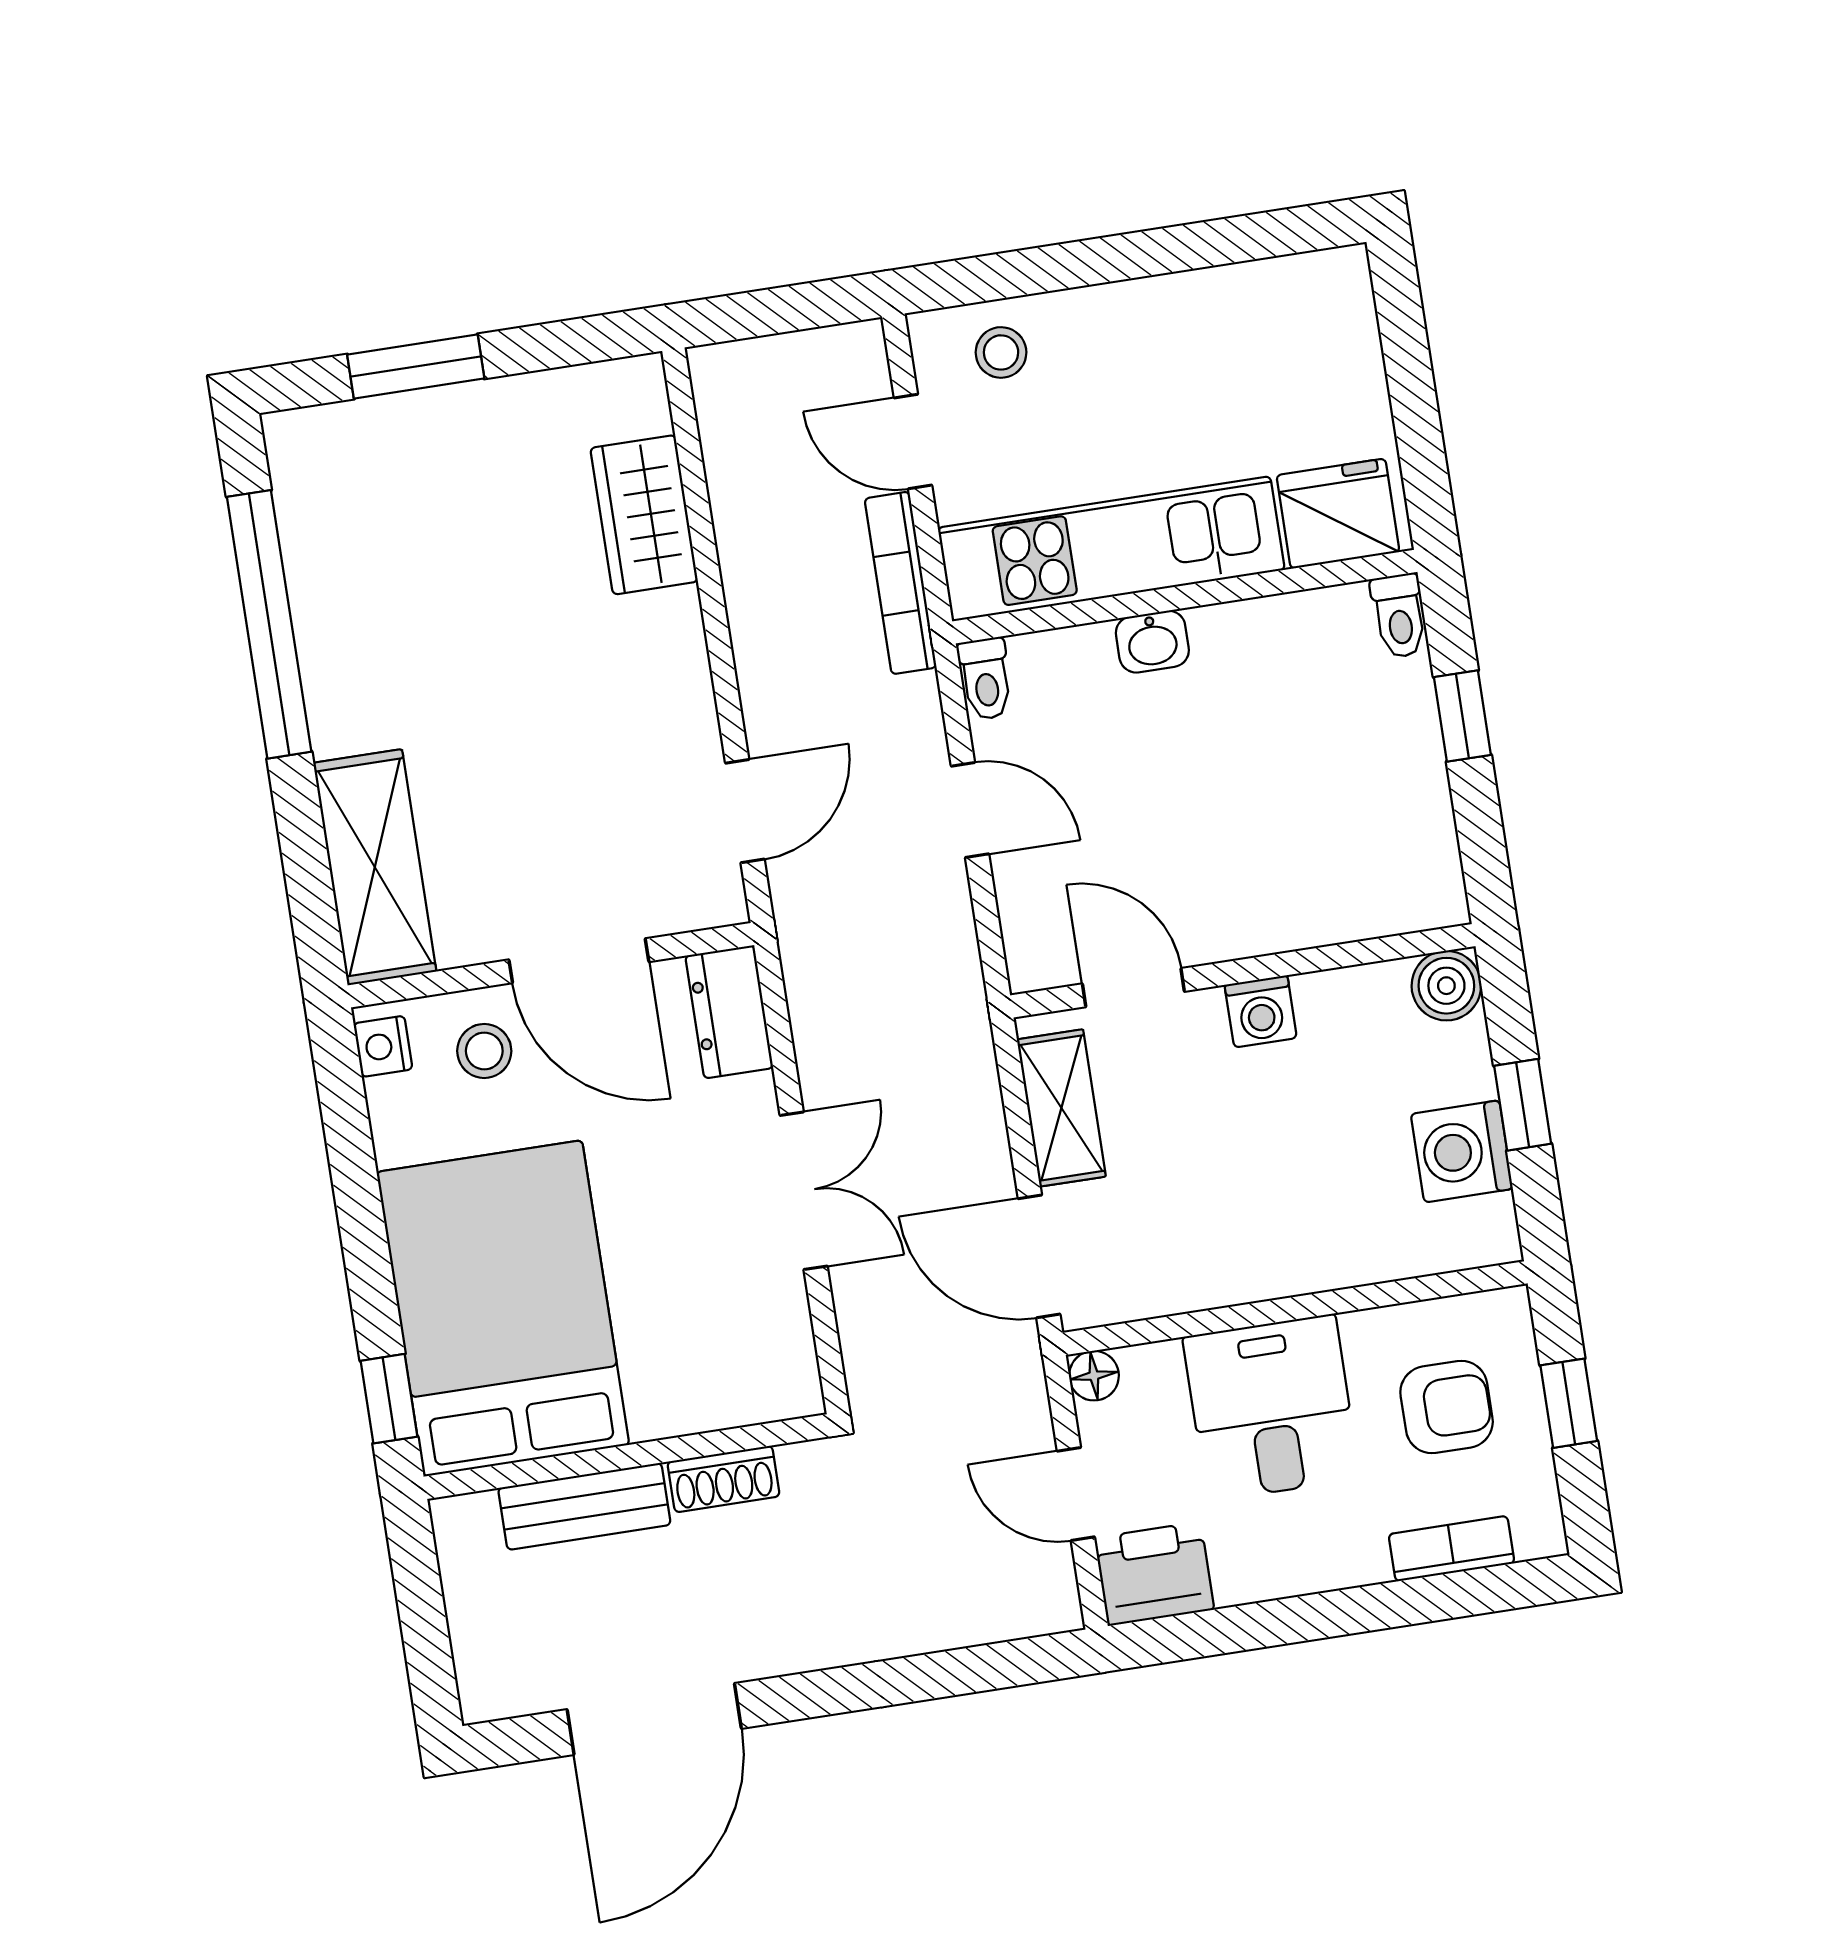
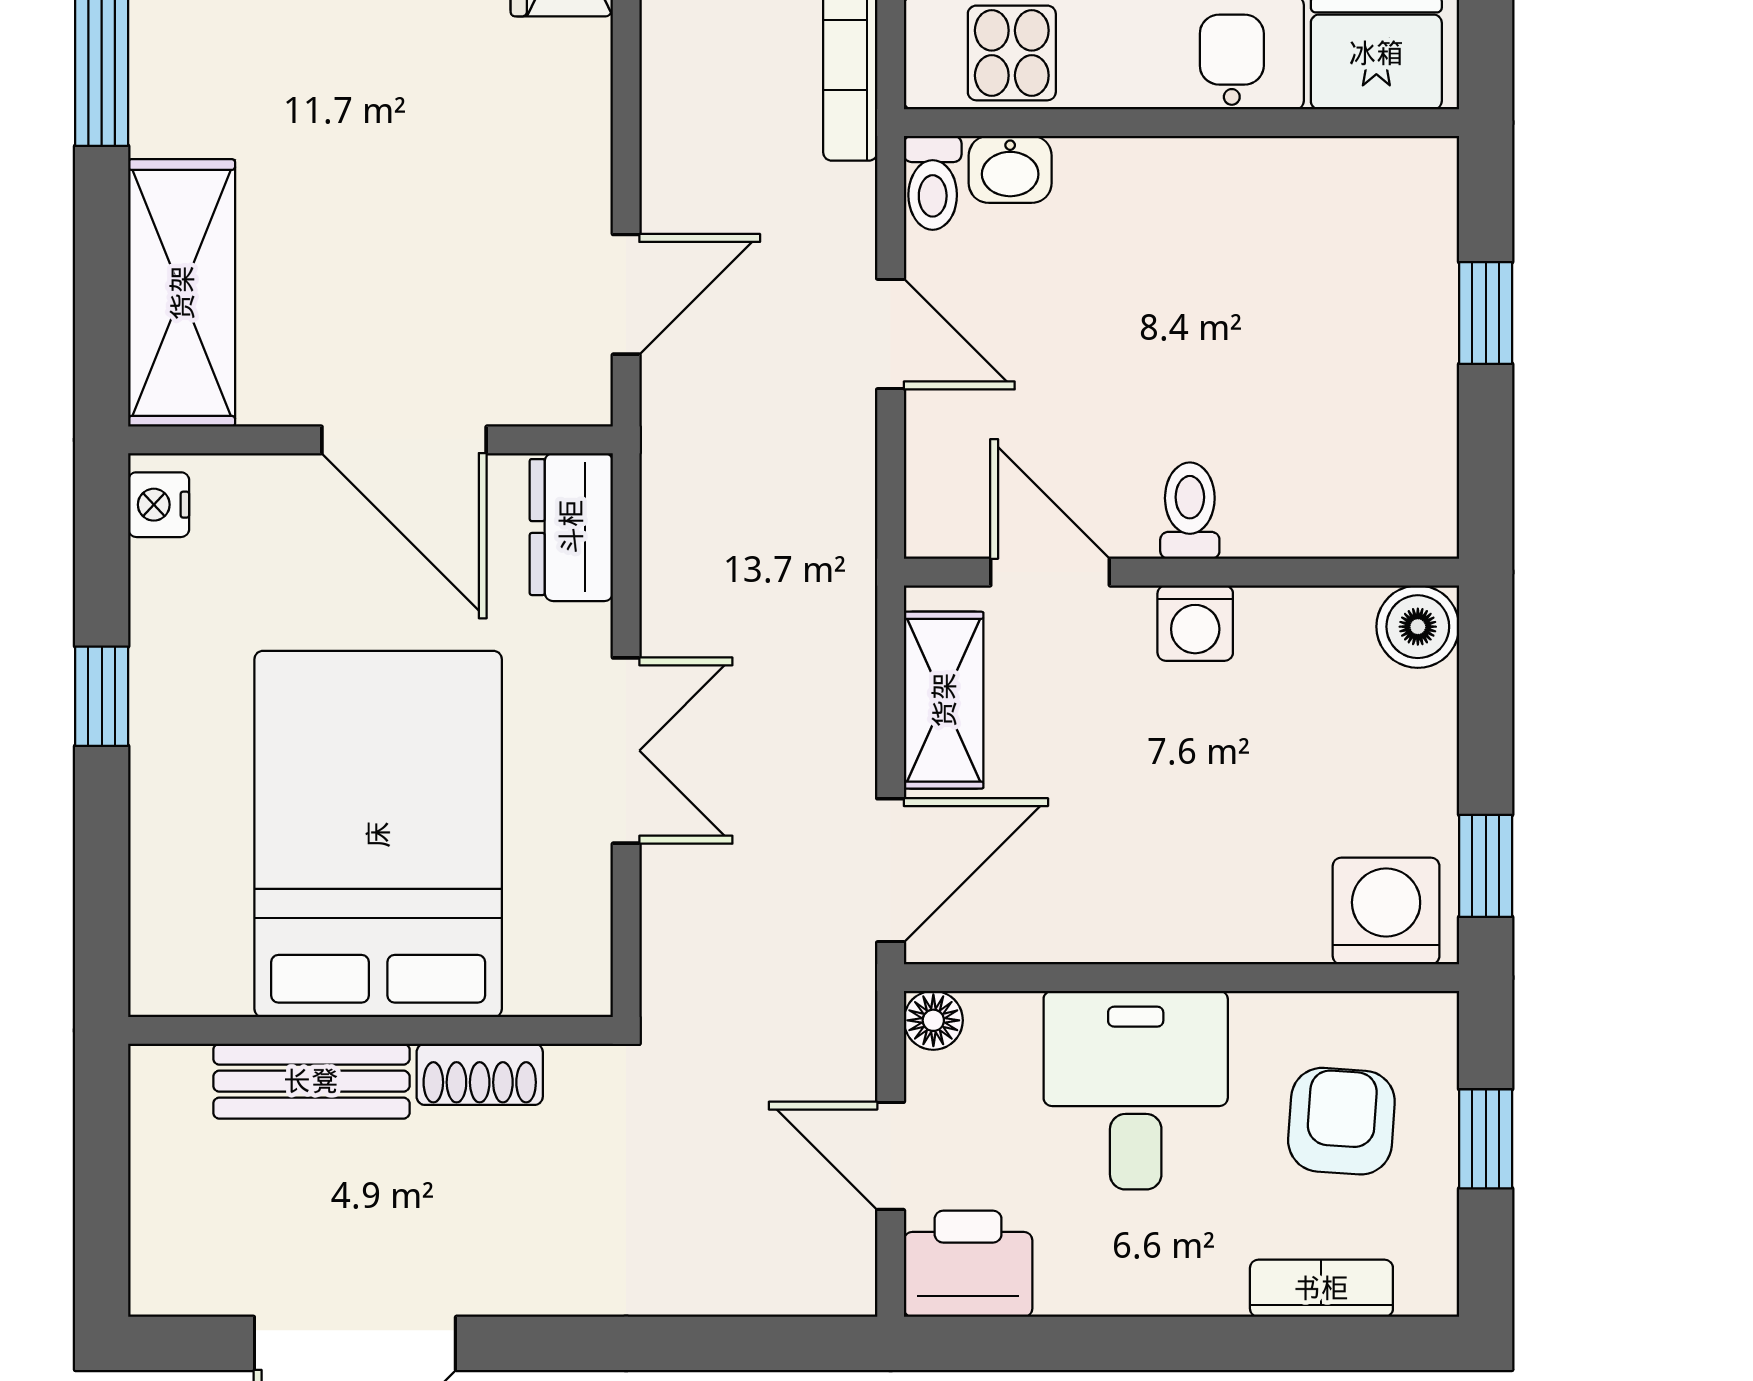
toilet: (1399, 616) -> (1190, 511), moved, turned 180
washbasin: (1152, 642) -> (1010, 169), moved
stool: (484, 1051) -> (277, 528), removed
window: (1523, 1105) -> (1486, 866), moved
washing machine: (1462, 1151) -> (1386, 911), moved, turned 90
door: (1039, 1256) -> (891, 870), swing flipped
bed: (503, 1308) -> (378, 834), moved
window: (389, 1399) -> (102, 696), moved
armchair: (1447, 1407) -> (1341, 1121), turned -86

